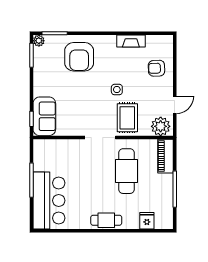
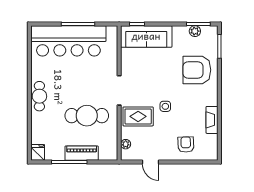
plant: (39, 41) -> (195, 31), moved
sofa: (44, 116) -> (146, 36), width x1.36
plant: (161, 126) -> (126, 144), width x0.53, depth x0.53
piano: (165, 156) -> (82, 153), moved
bar counter: (49, 200) -> (68, 41), width x1.36
fridge: (147, 221) -> (38, 152), moved, turned -90

